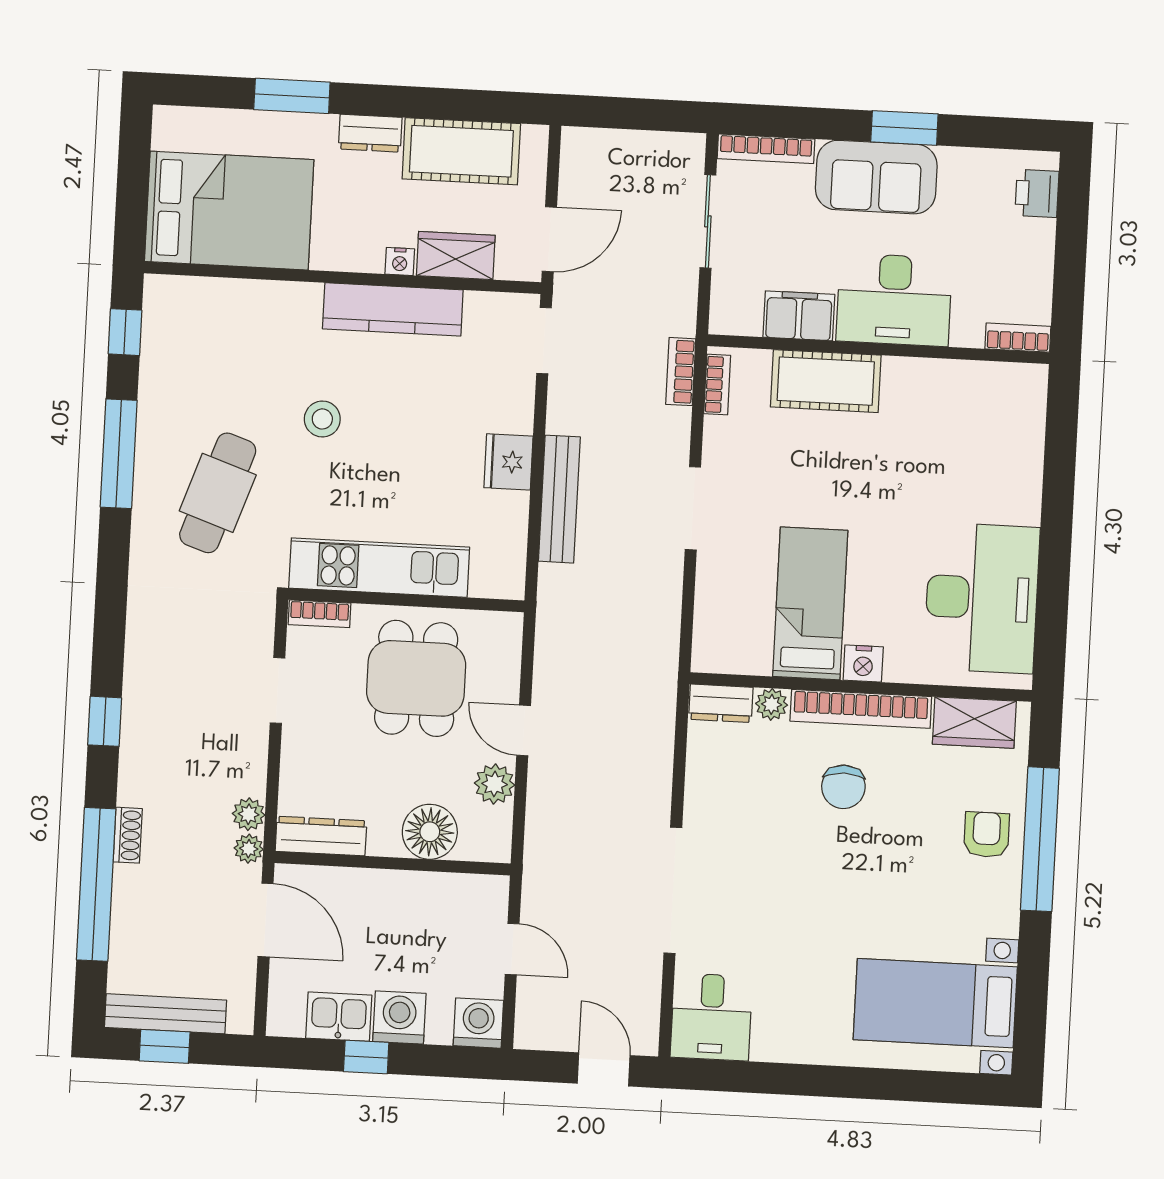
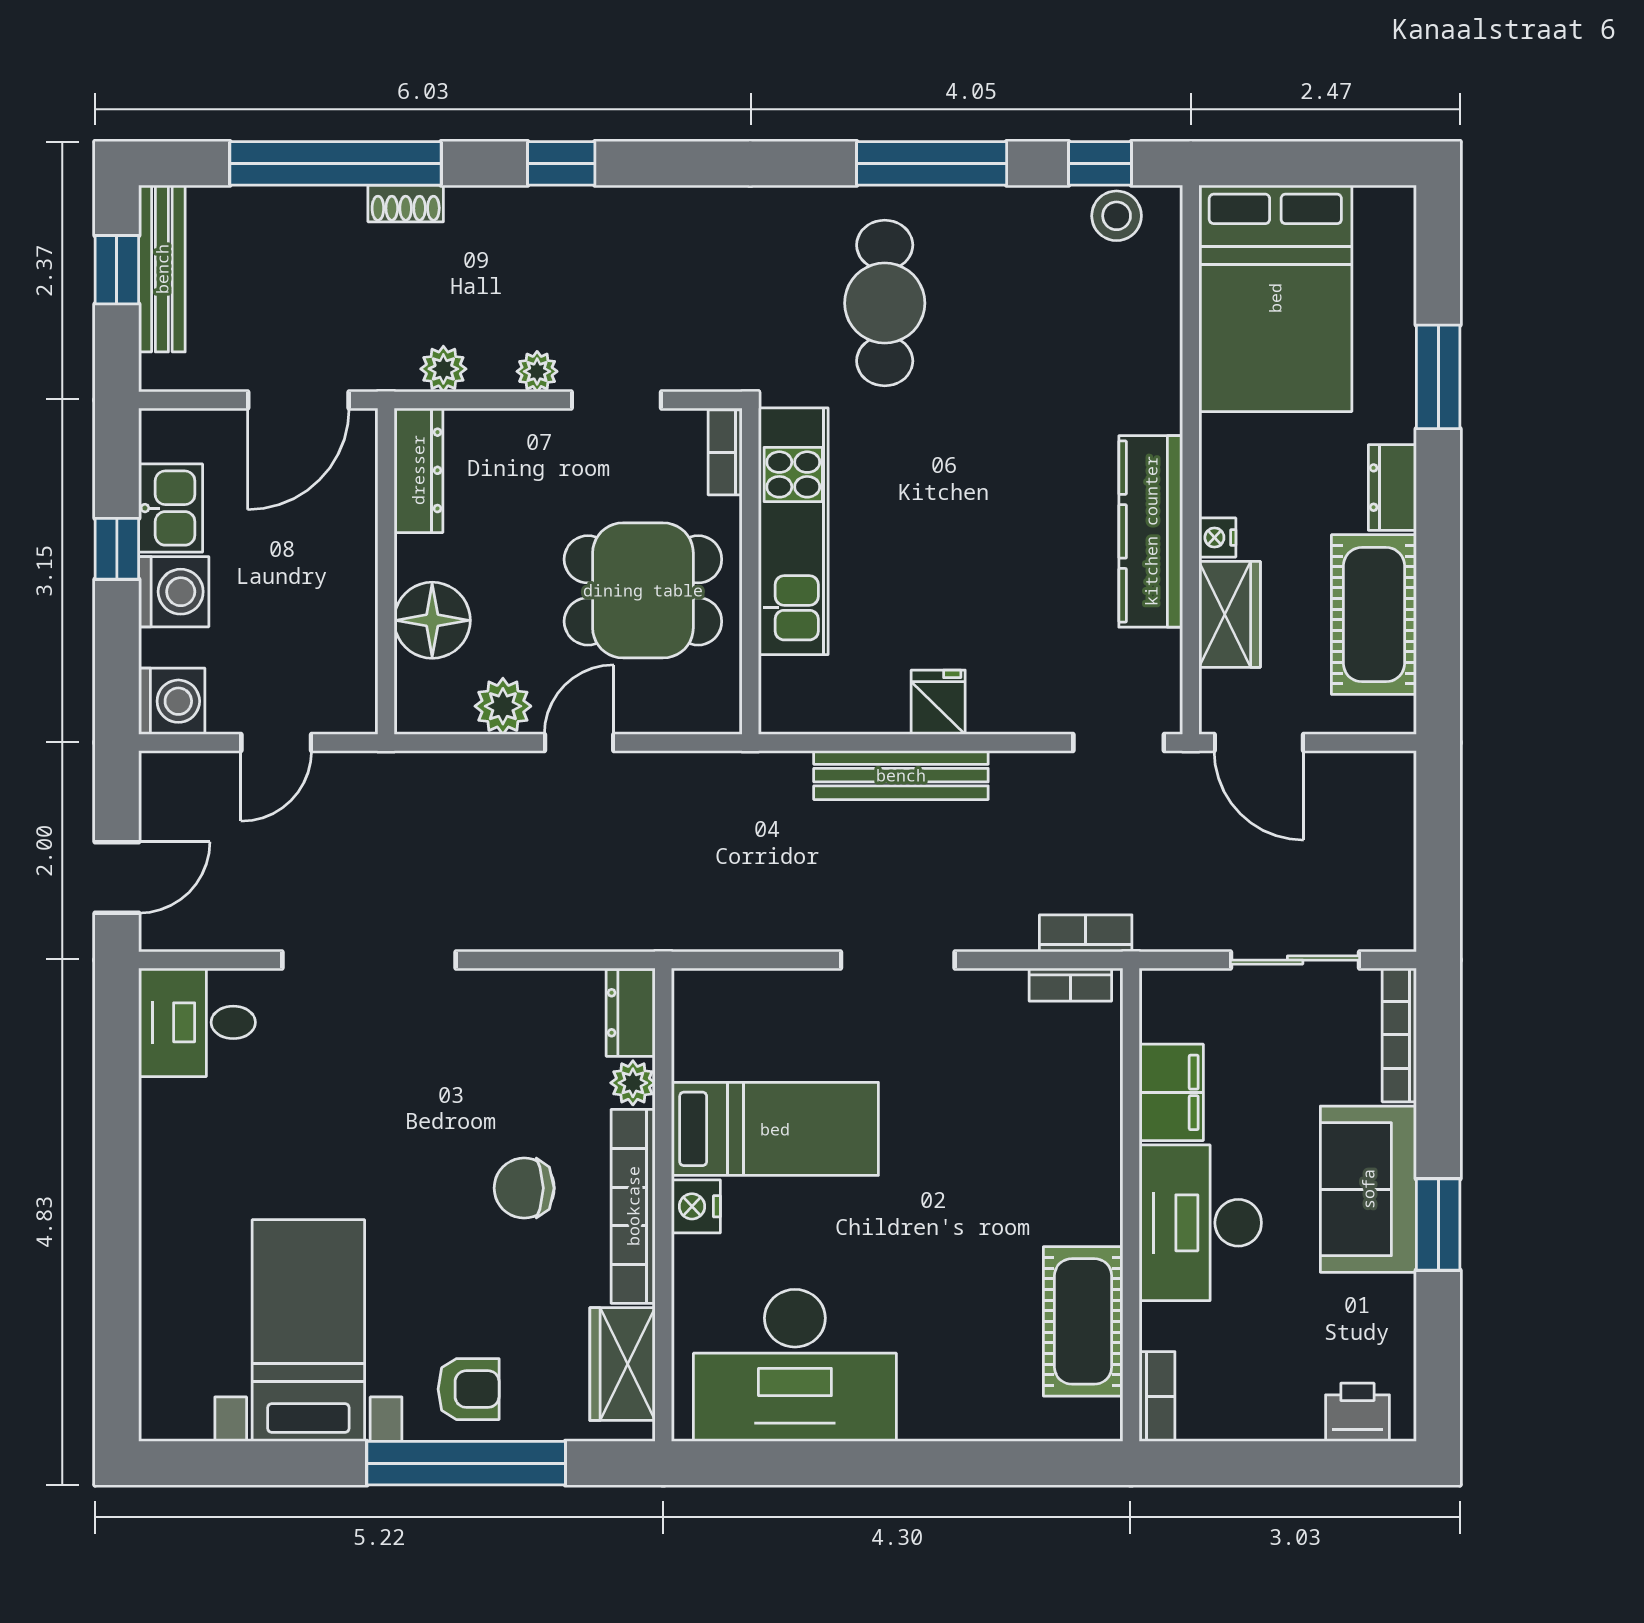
cot: (826, 381) -> (1083, 1321), moved
stool: (322, 419) -> (1117, 216), moved
fridge: (508, 462) -> (938, 702), width x0.72
cafe table: (218, 493) -> (885, 303), turned 71
plant: (249, 849) -> (537, 371), moved
bed with nightstands: (935, 1003) -> (308, 1330), moved

